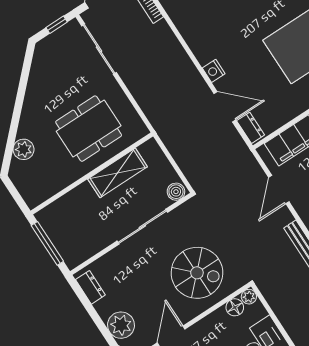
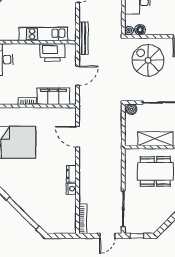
nightstand: (214, 71) -> (71, 189), moved
dresser: (251, 128) -> (71, 174), moved

